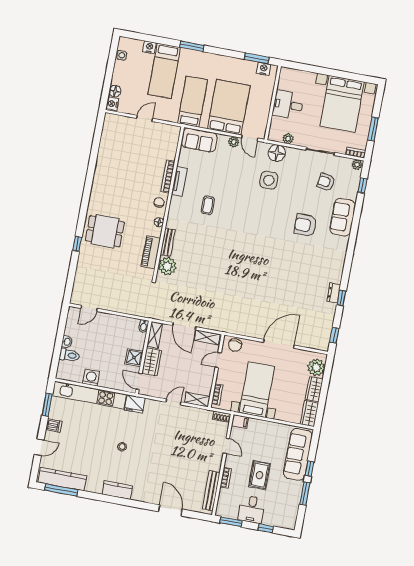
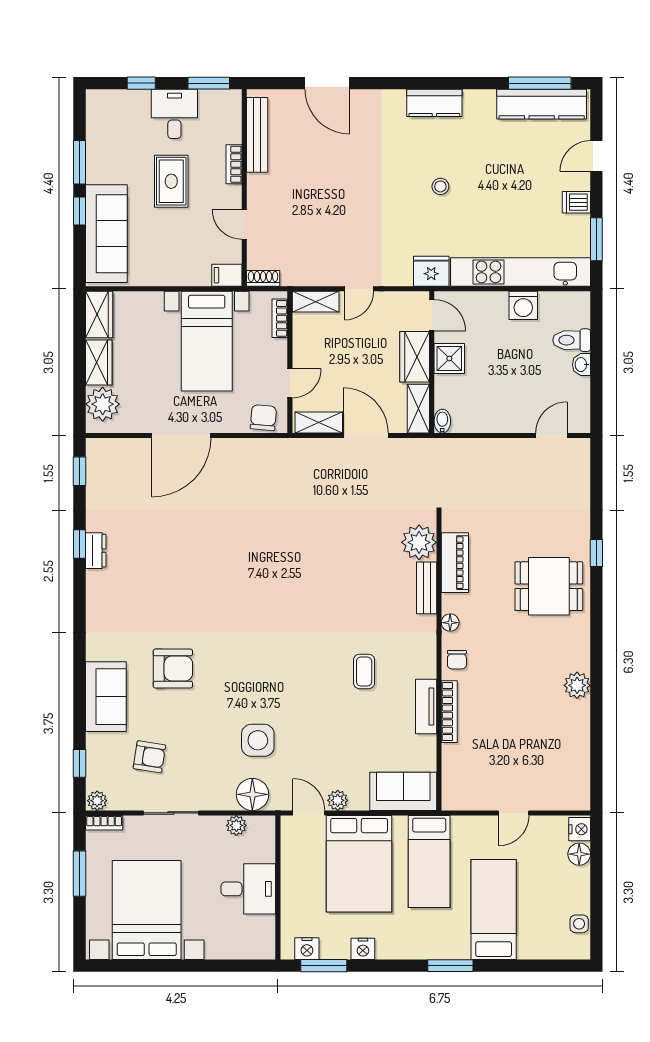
nightstand: (149, 47) -> (363, 949), moved
plant: (100, 178) -> (577, 685), added

